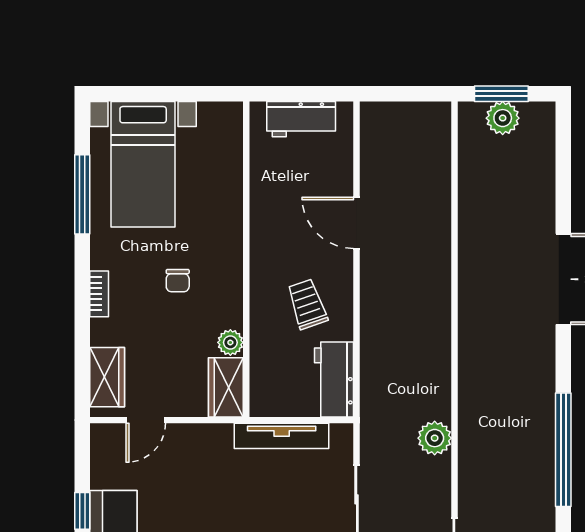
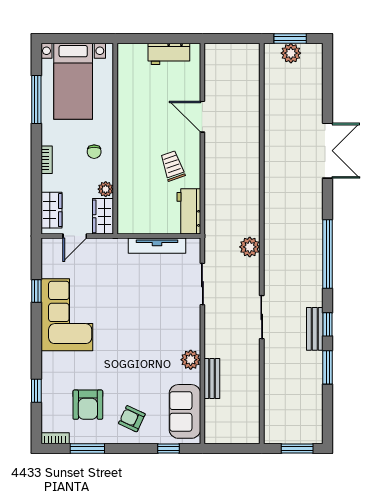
wall: (246, 259) -> (115, 139), moved
plant: (230, 342) -> (106, 189), moved
wardrobe: (226, 387) -> (103, 216), moved

